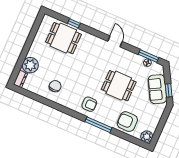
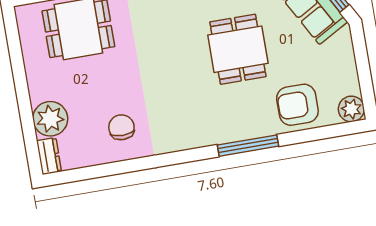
dining table: (119, 86) -> (238, 49), turned 90
armchair: (89, 104) -> (206, 119), removed

